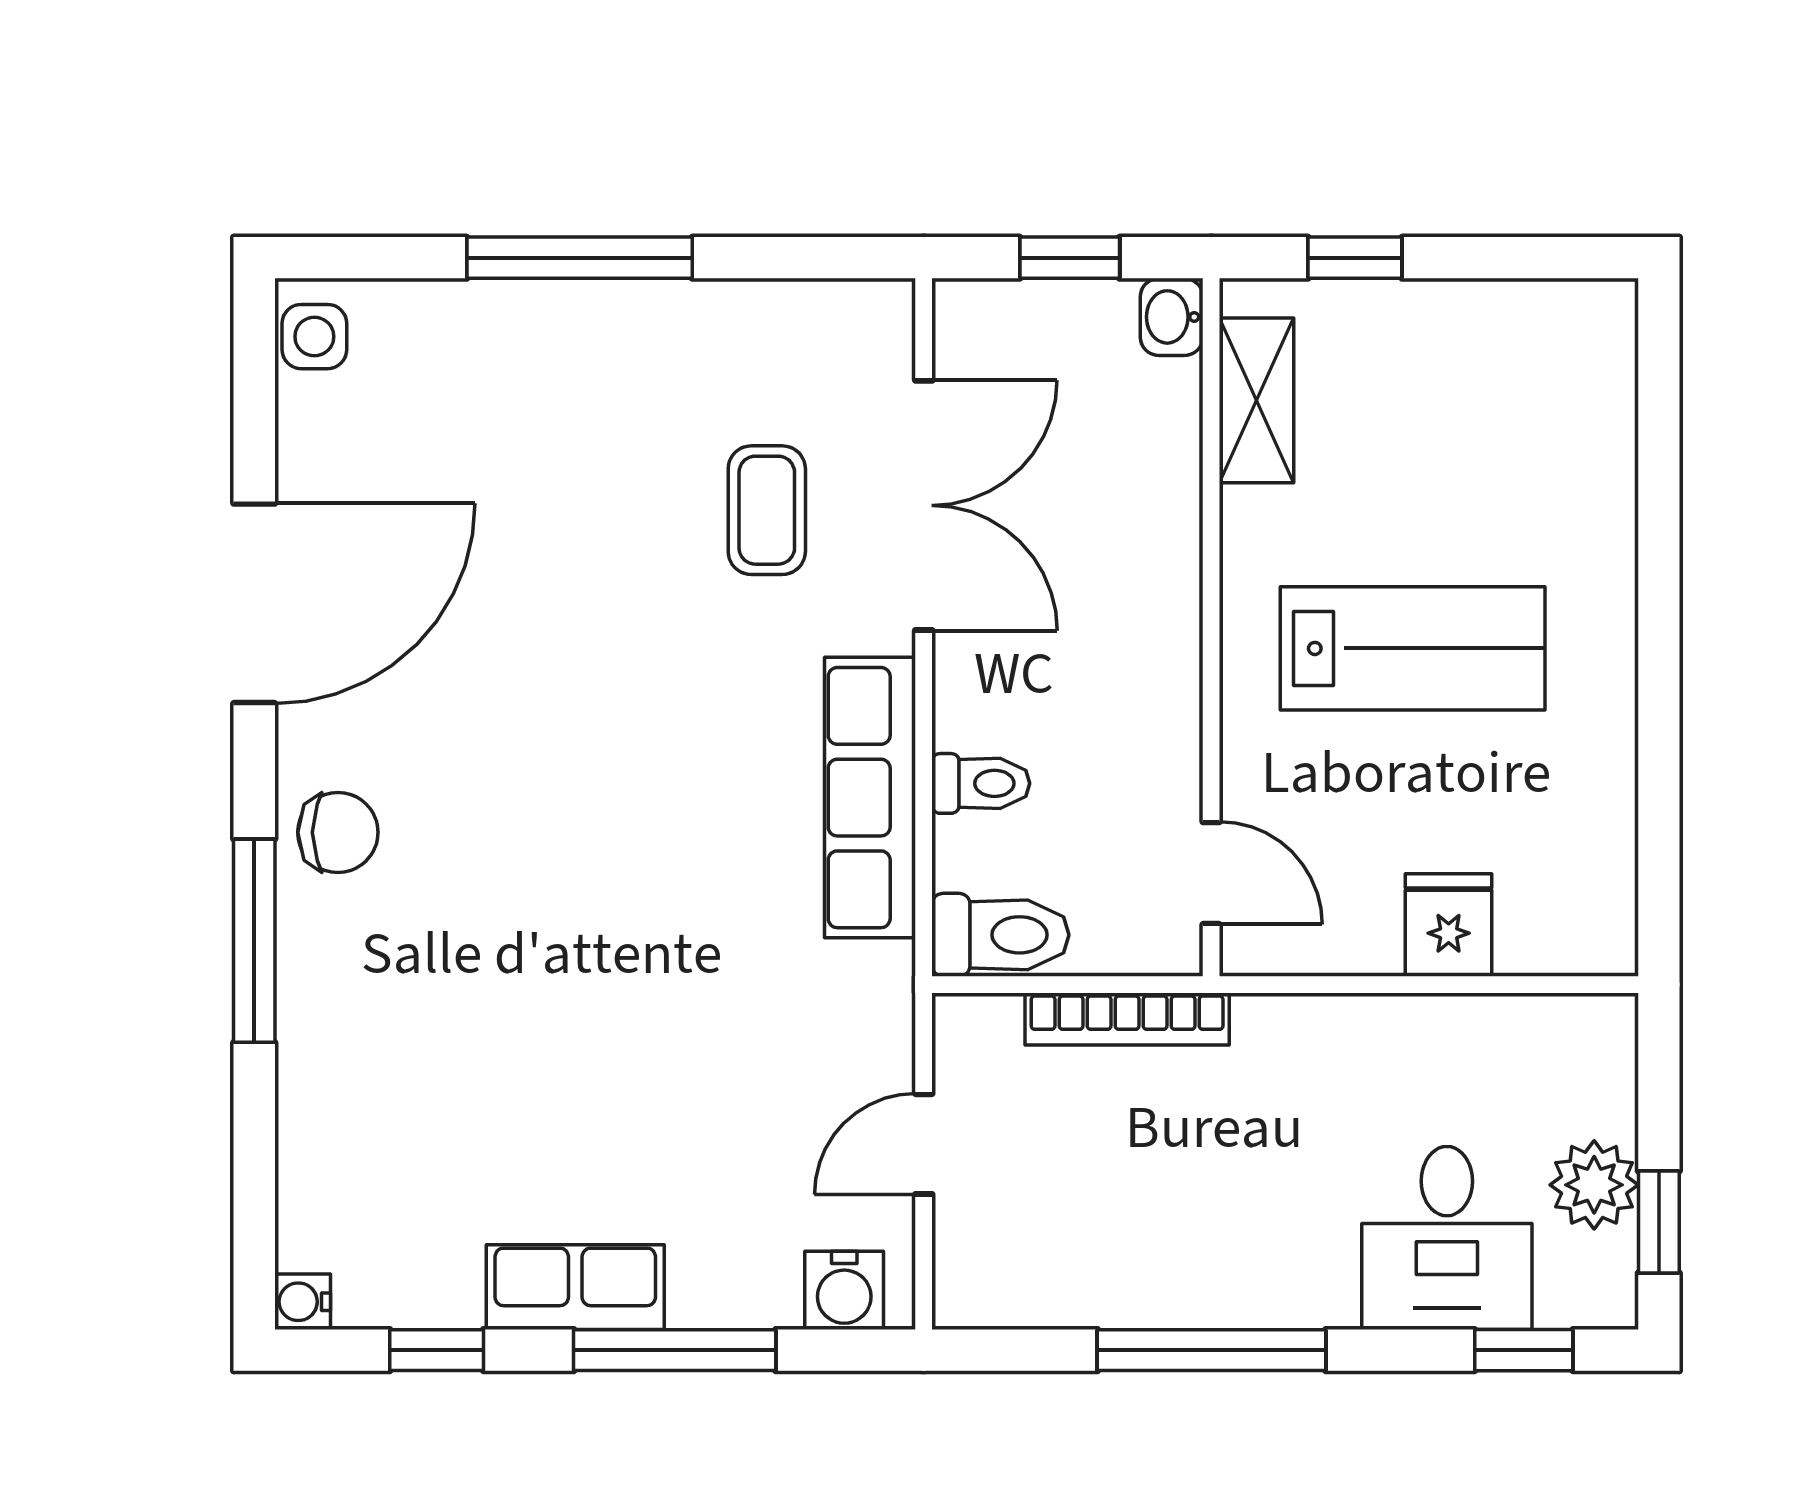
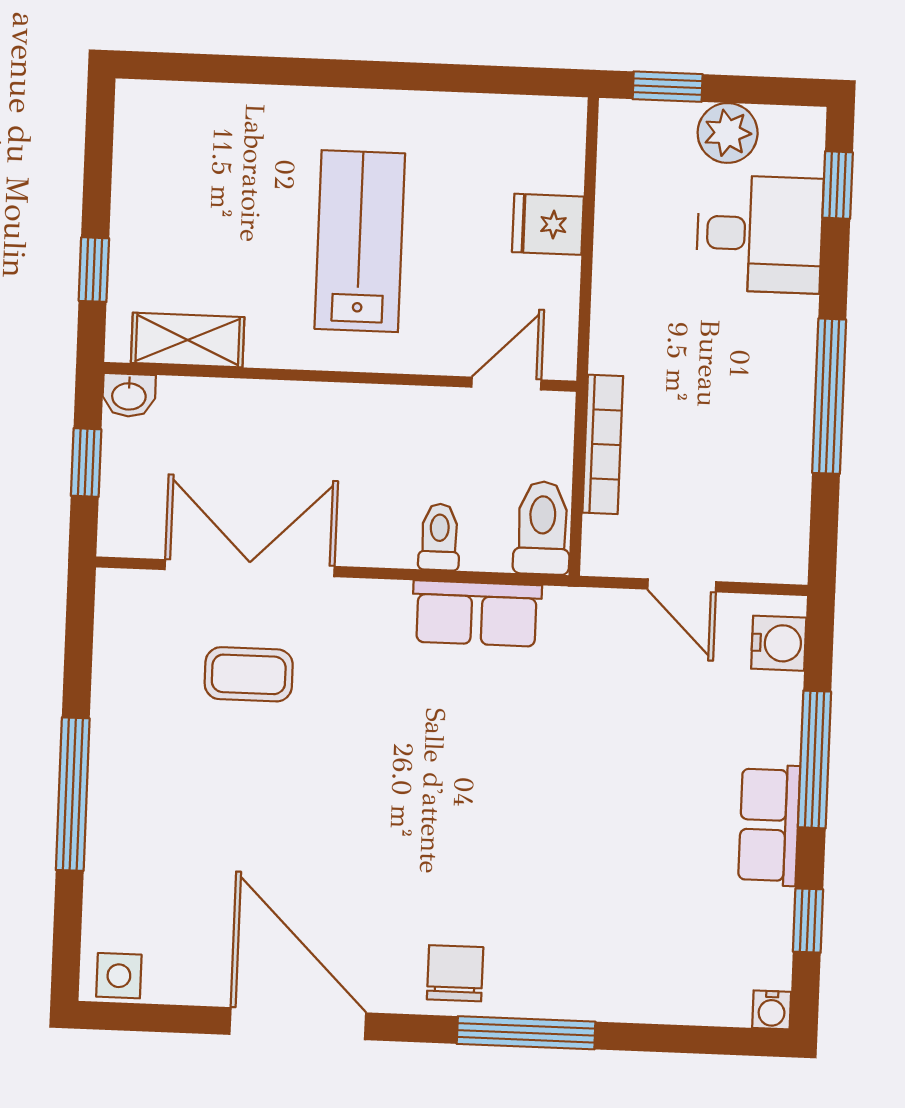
row of seats: (870, 798) -> (477, 614), width x0.68
window: (1659, 1222) -> (668, 87), moved

